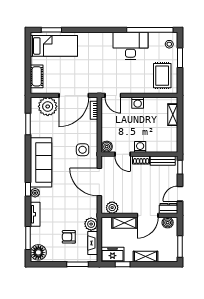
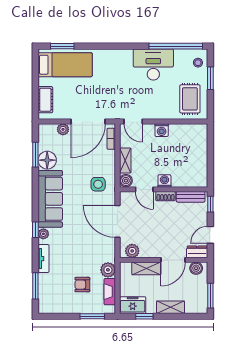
plant: (48, 106) -> (63, 129), width x0.53, depth x0.53
shelving: (173, 115) -> (125, 161), moved
floor lamp: (38, 252) -> (47, 160), moved

